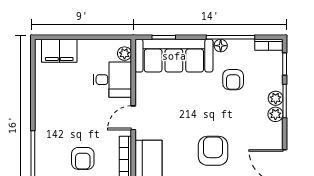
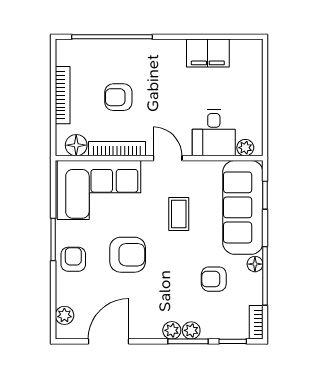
filing cabinet: (59, 51) -> (208, 53), moved, turned -90
coffee table: (179, 109) -> (179, 214), added

